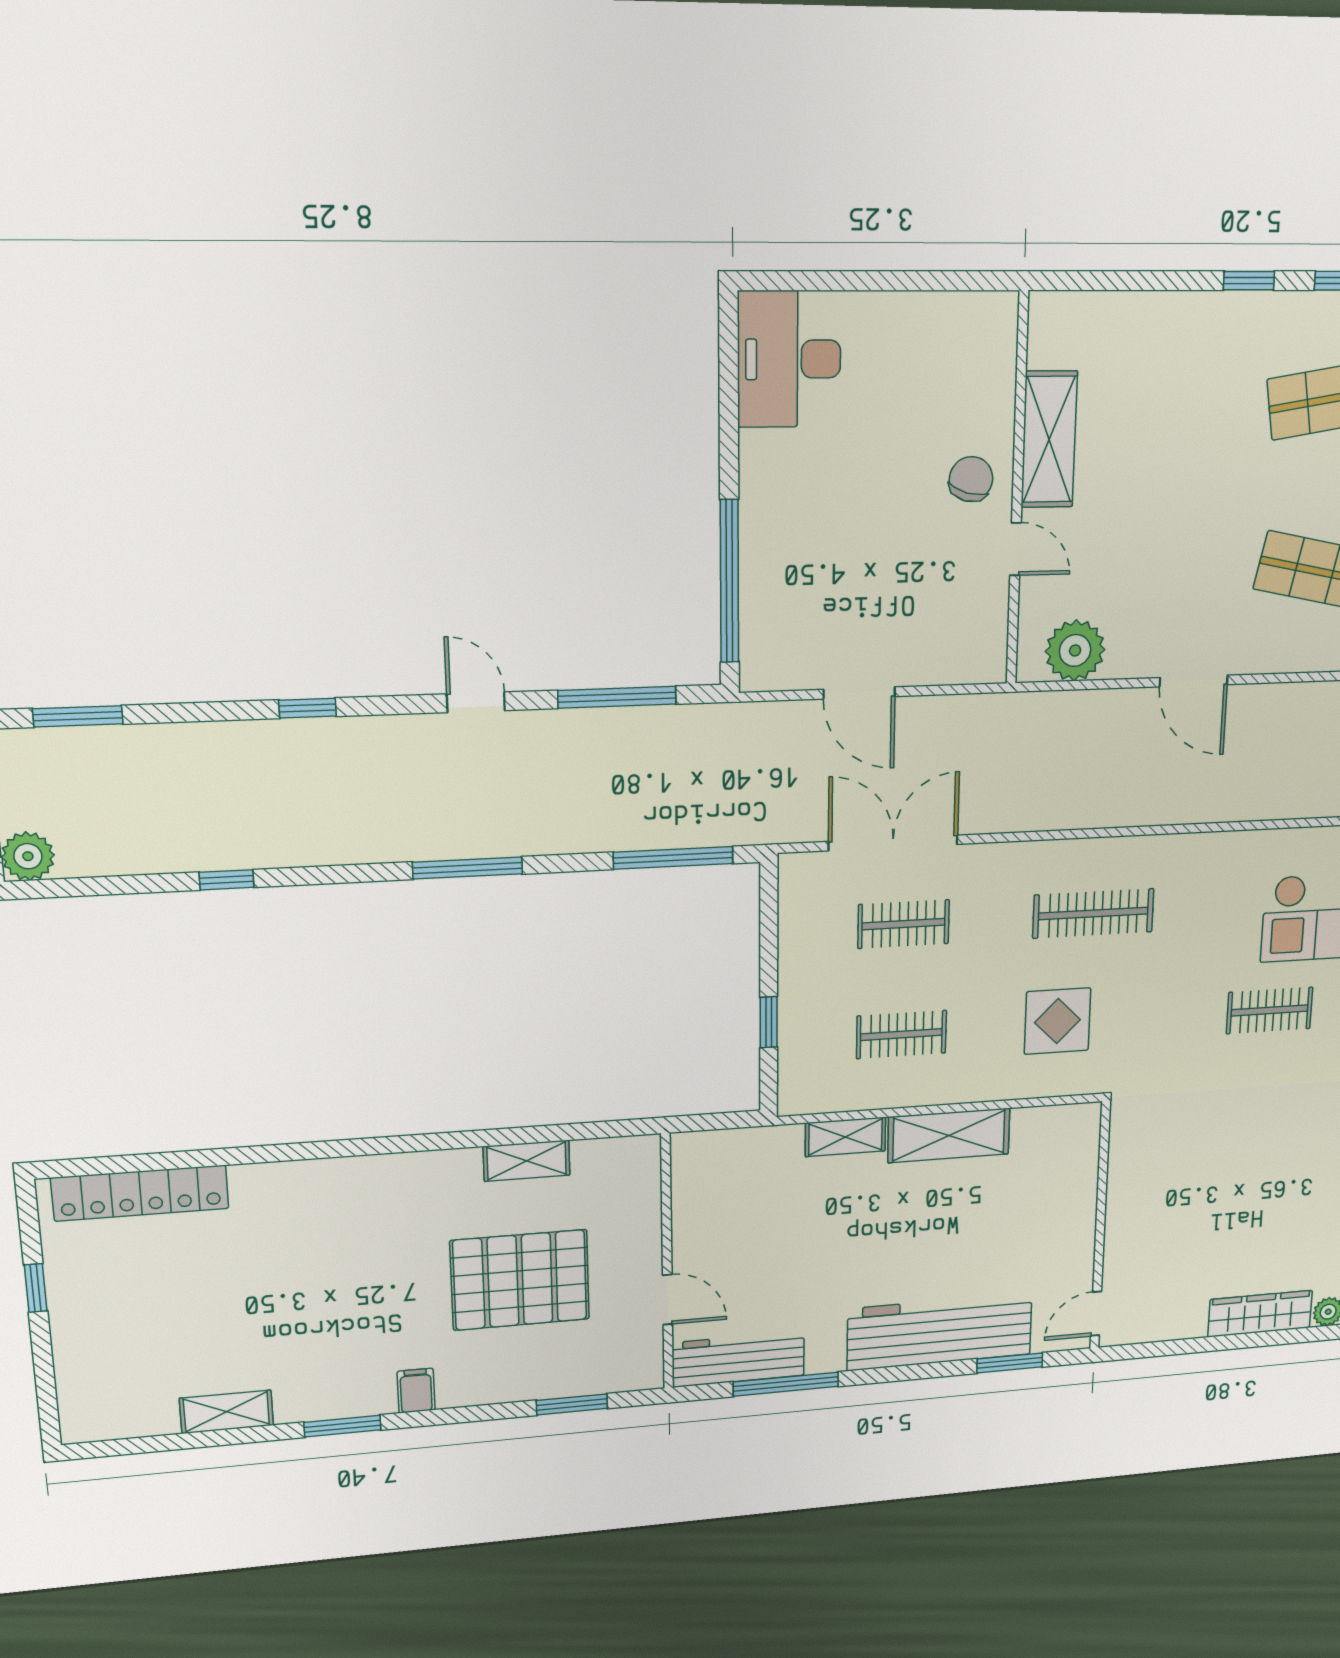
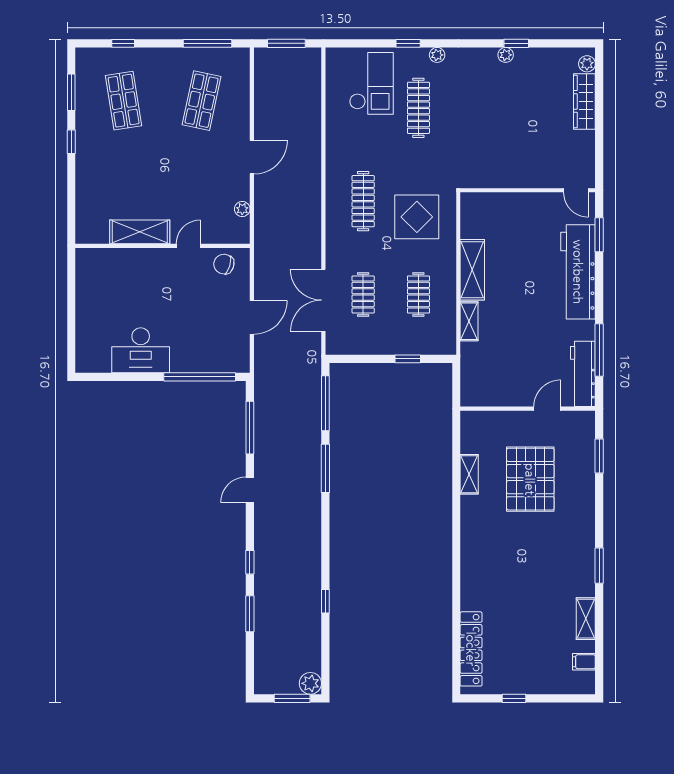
desk: (789, 359) -> (141, 350), moved
chair: (971, 479) -> (224, 264), moved
plant: (1075, 650) -> (242, 209), width x0.53, depth x0.53
window: (78, 716) -> (250, 614), moved
window: (468, 868) -> (325, 468), moved
clothes rail: (1270, 1010) -> (418, 108), width x1.36
display table: (1058, 1021) -> (417, 217), width x1.36, depth x1.36
filing cabinet: (416, 1391) -> (584, 662), moved

